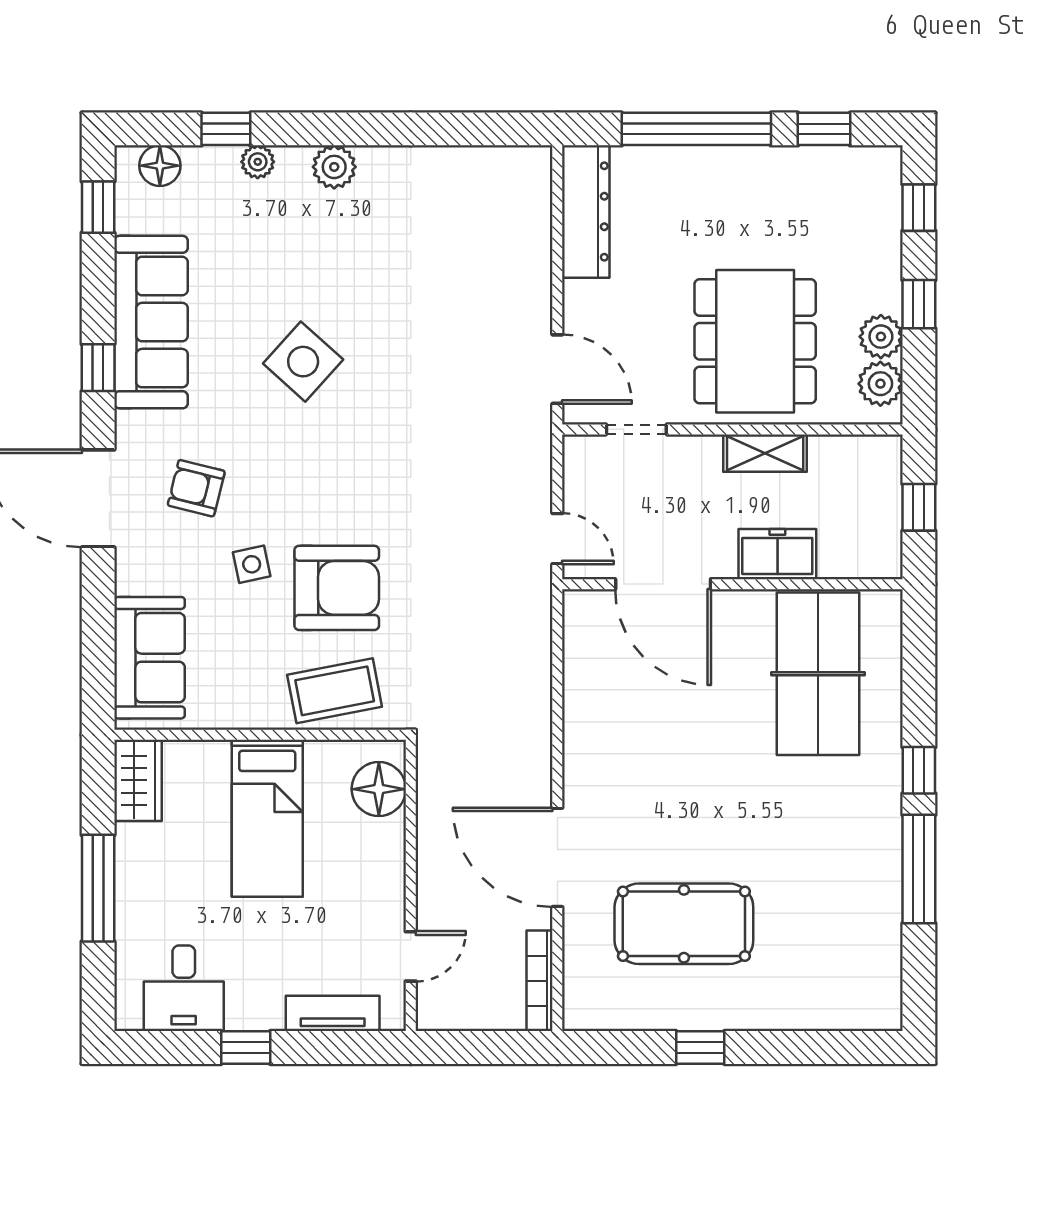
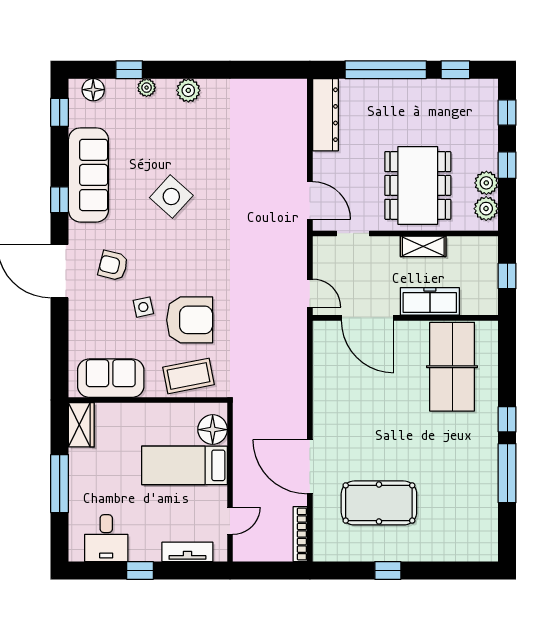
freezer: (777, 554) -> (430, 301), width x1.40
sofa: (150, 658) -> (111, 378), moved, turned -90
bed: (267, 818) -> (185, 465), moved, turned 90

